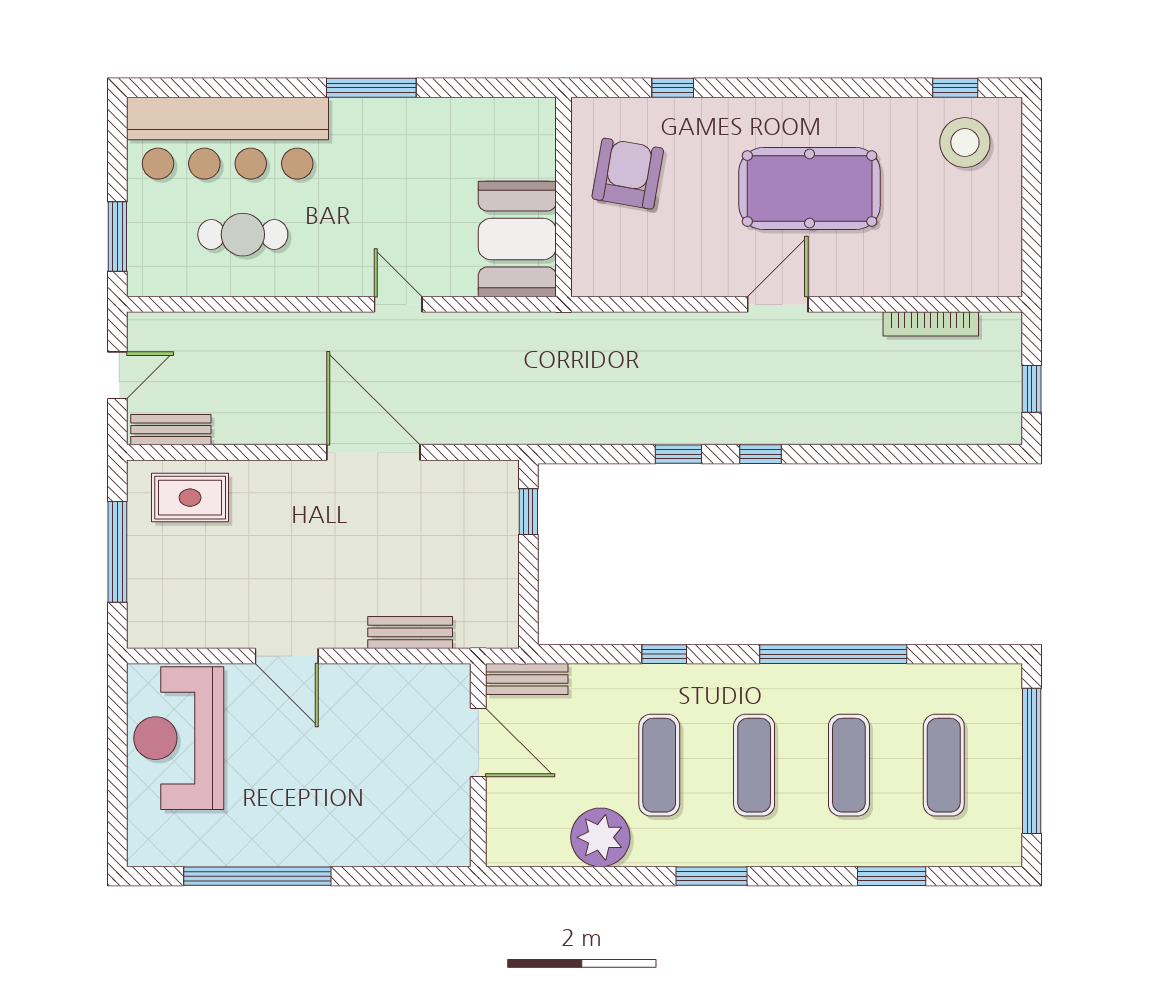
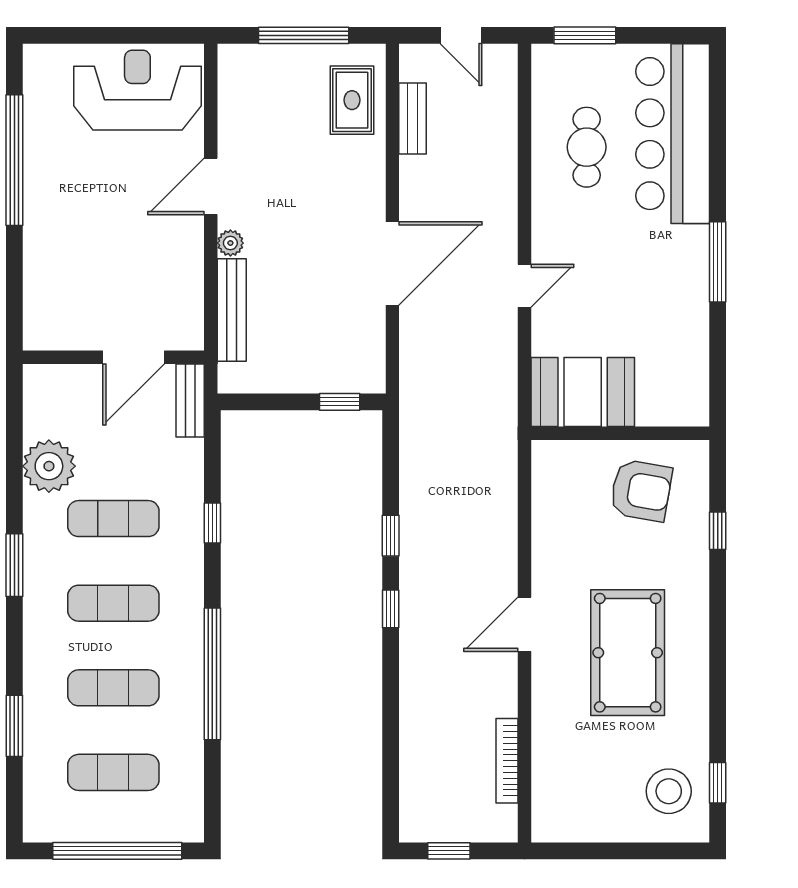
door: (778, 304) -> (524, 624), swing flipped
bench: (171, 430) -> (413, 119), moved
bench: (410, 632) -> (232, 310), width x1.36
plant: (350, 634) -> (230, 243), added

